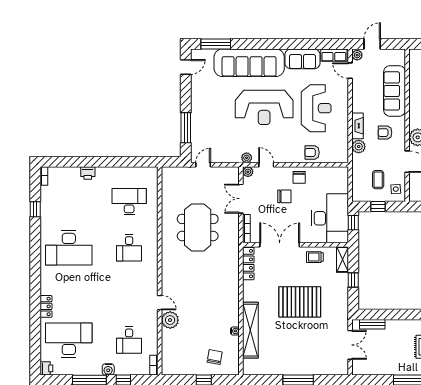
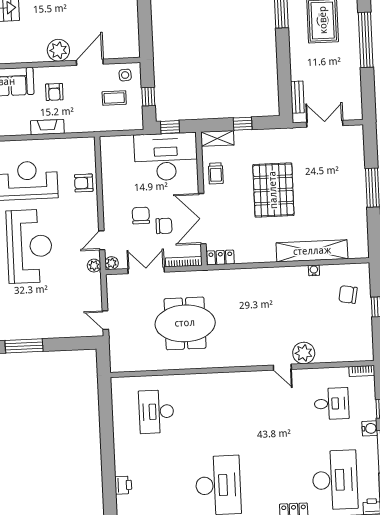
window: (186, 128) -> (24, 346), moved
plant: (359, 147) -> (73, 124), removed
armchair: (312, 153) -> (84, 183), turned 90
printer: (88, 173) -> (123, 485), moved
chair: (299, 177) -> (164, 226), moved
double door: (241, 199) -> (146, 270), swing flipped
desk: (129, 248) -> (215, 409), removed
locker: (248, 264) -> (220, 258), width x0.66
door: (160, 303) -> (282, 367), swing flipped
desk: (69, 340) -> (335, 480), turned 180

